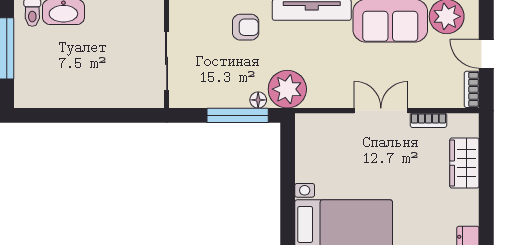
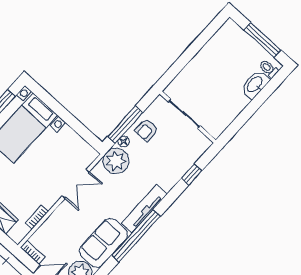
armchair: (246, 27) -> (146, 130), moved
double door: (381, 111) -> (76, 184), moved

